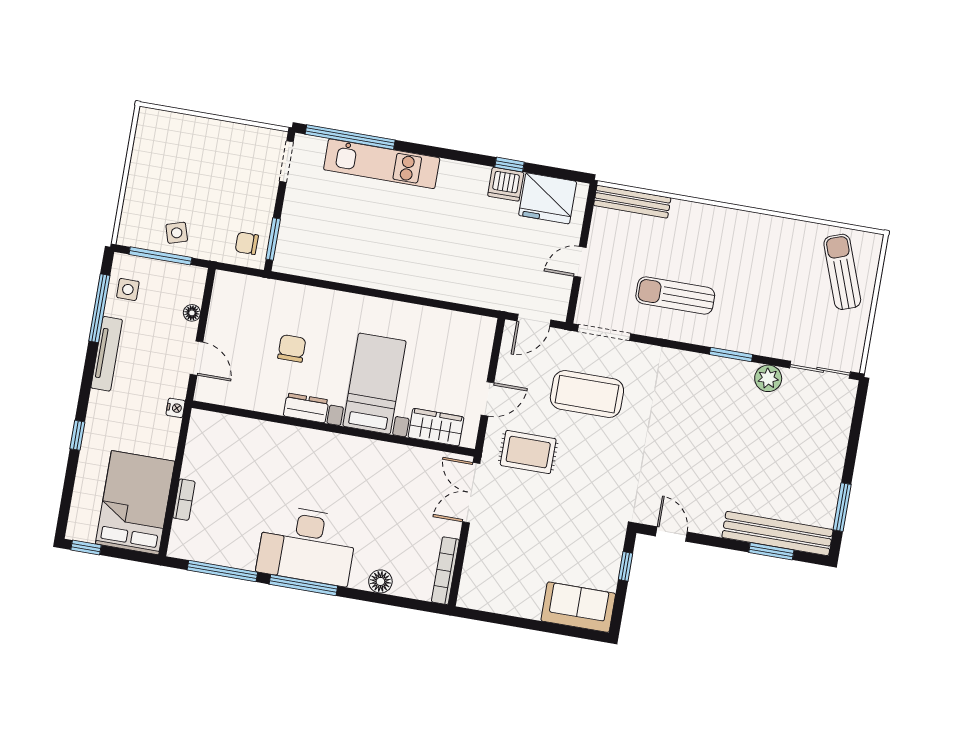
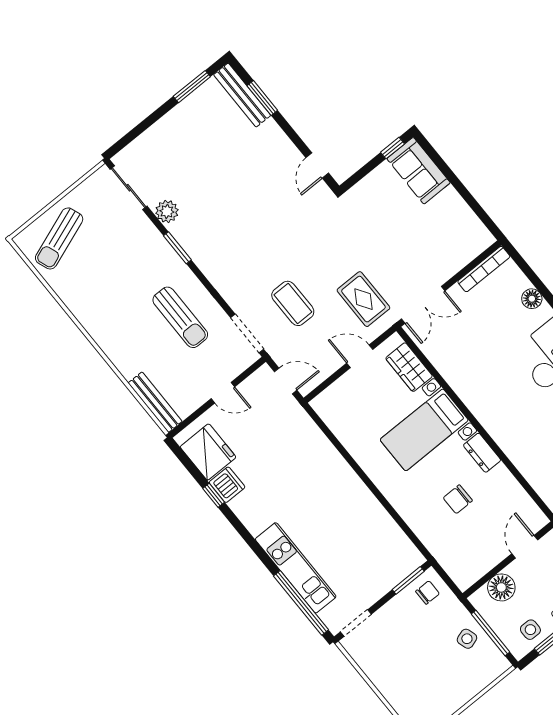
chair: (247, 243) -> (428, 592), turned -90
floor lamp: (192, 313) -> (501, 587), width x1.89, depth x1.89
coffee table: (587, 394) -> (293, 303), width x0.73, depth x0.76
bench: (777, 534) -> (242, 95), width x0.73, depth x0.82
window: (625, 566) -> (393, 148), moved

